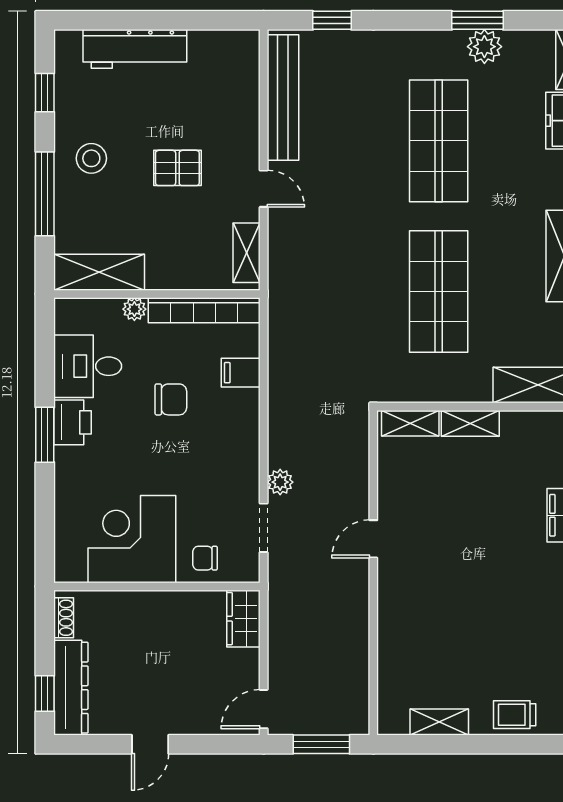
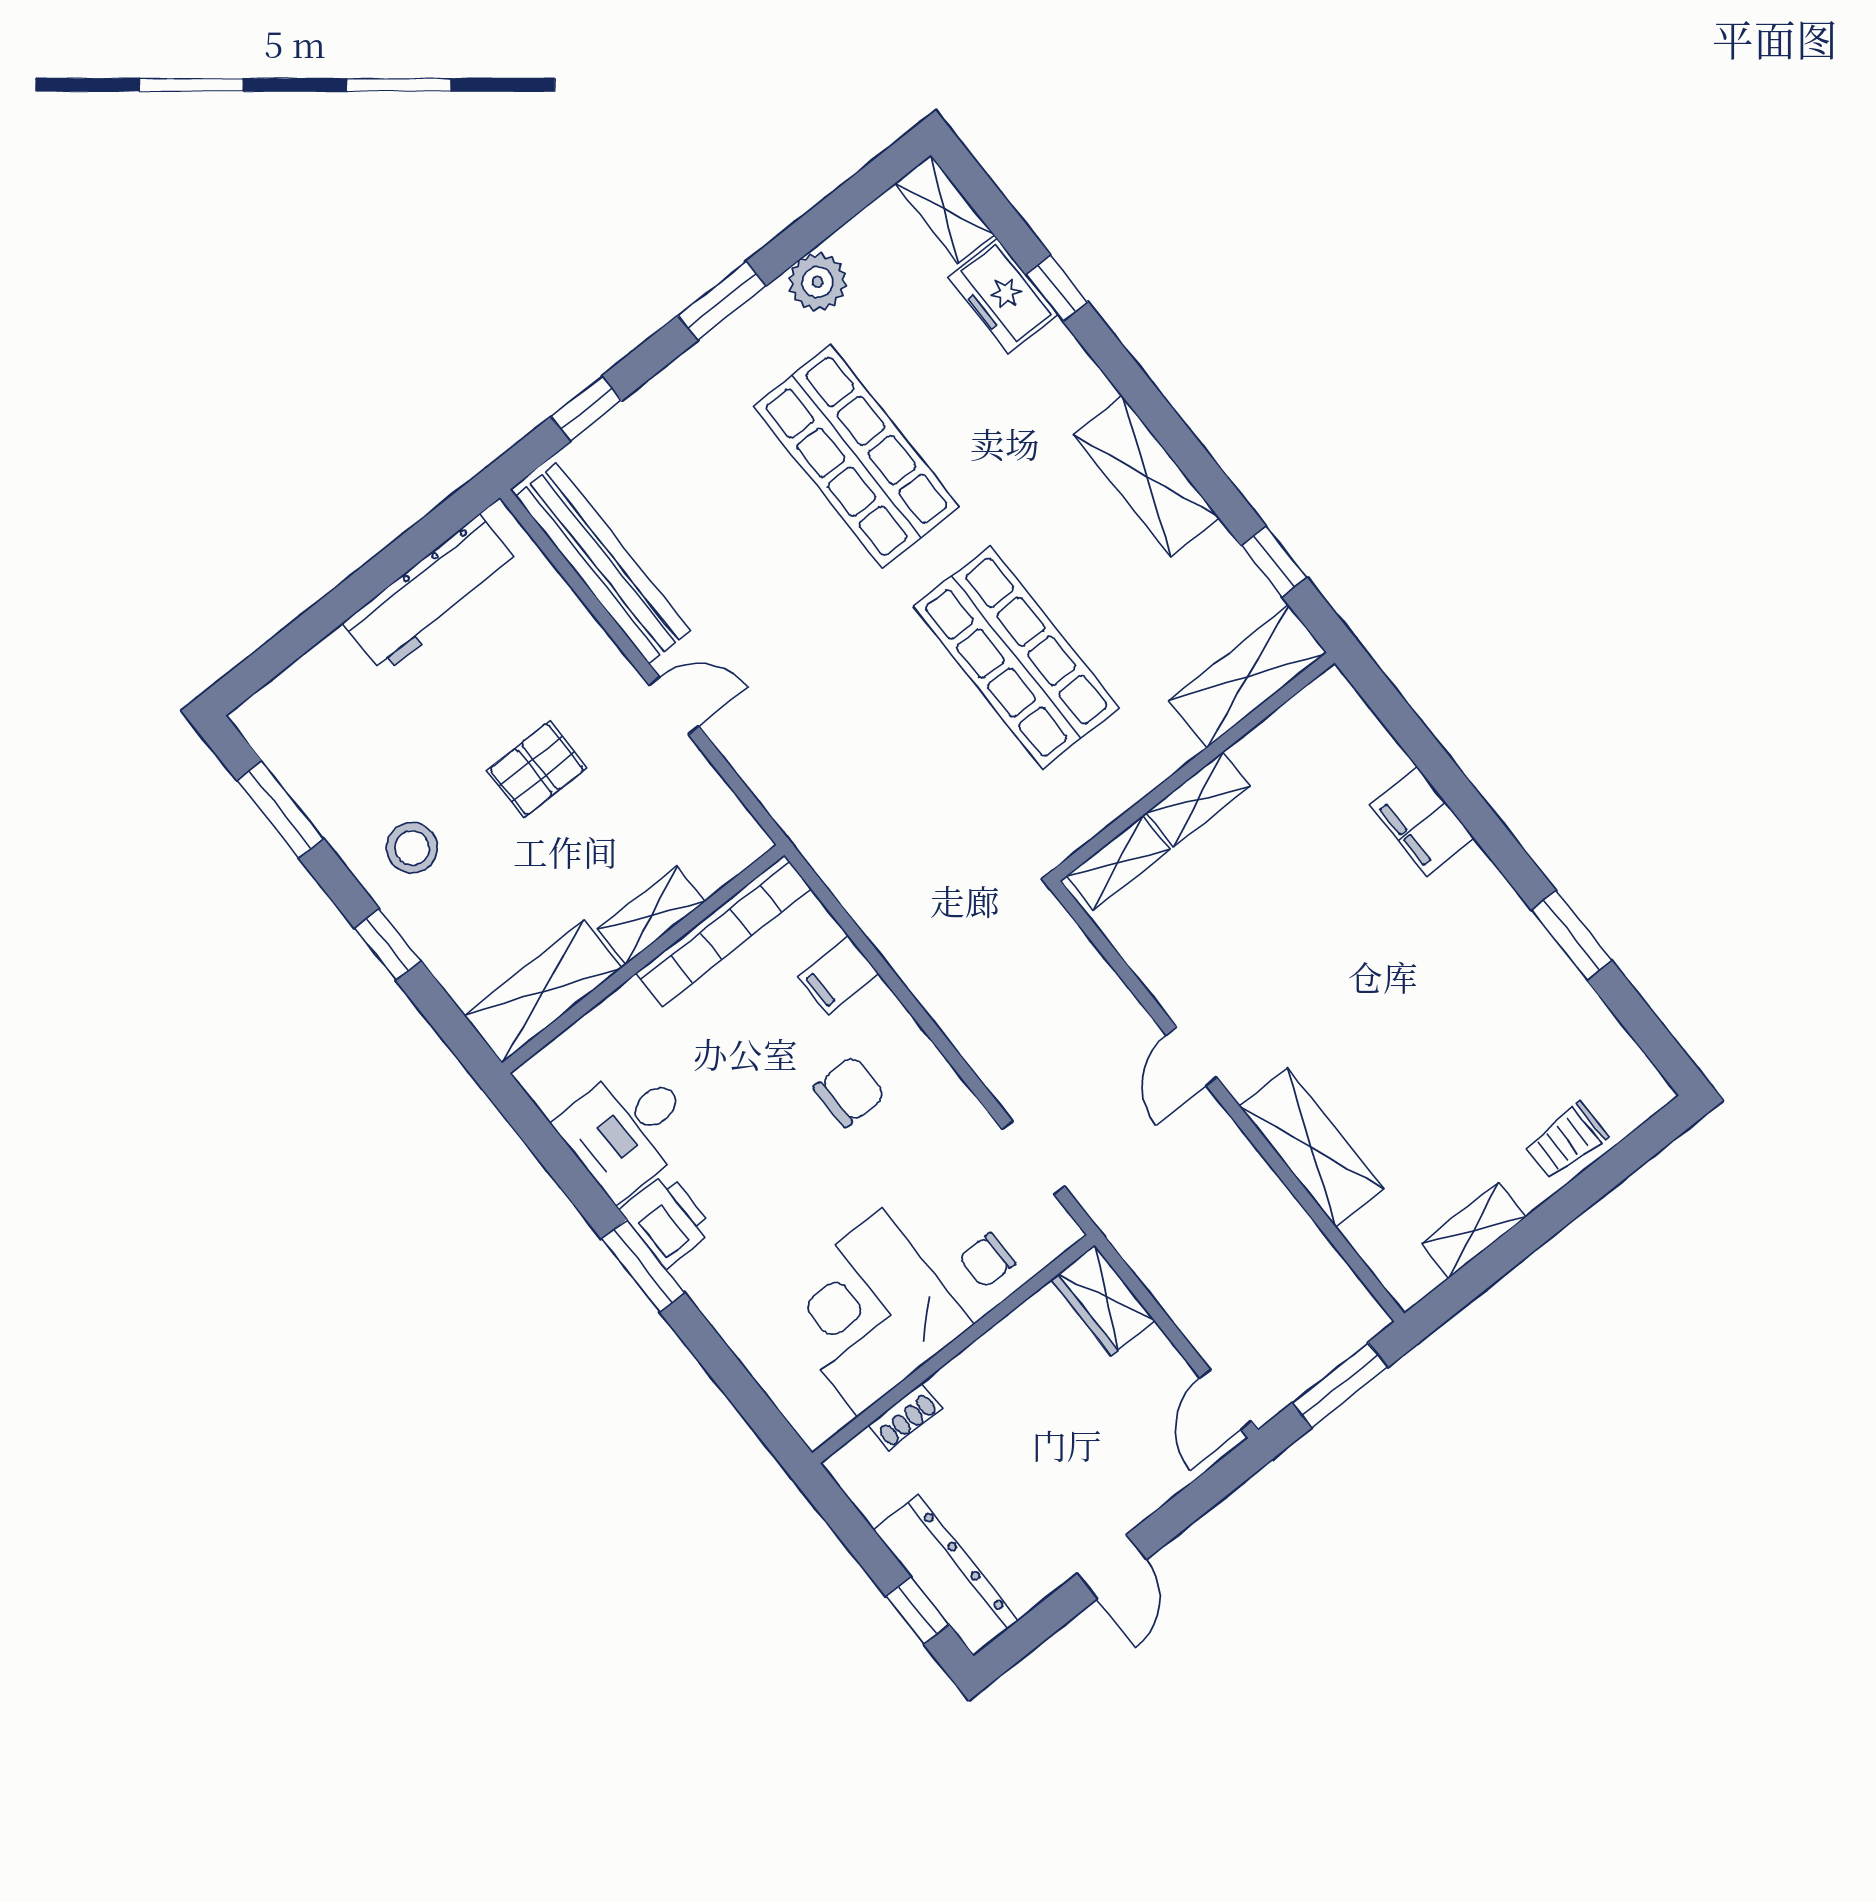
window: (477, 20) -> (722, 301), moved
workbench: (135, 49) -> (431, 594), moved
window: (45, 93) -> (280, 810), width x1.50
window: (45, 194) -> (388, 944), width x0.46
shelving: (246, 253) -> (651, 915), moved, turned 90
plant: (134, 309) -> (629, 1003), removed
chair: (171, 399) -> (849, 1092), moved
plant: (280, 482) -> (1007, 1079), removed
shoe rack: (64, 618) -> (905, 1417), moved, turned 90
shelving: (395, 625) -> (1312, 1147), added

